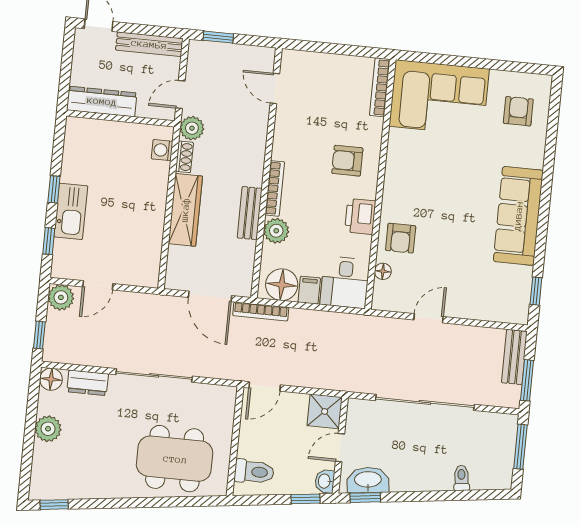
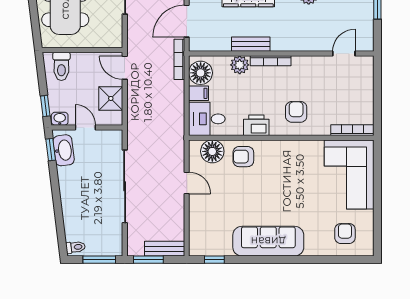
armchair: (518, 111) -> (345, 234), turned -90
floor lamp: (383, 271) -> (212, 151), width x1.89, depth x1.89
shower: (325, 411) -> (111, 98), moved
toilet: (462, 478) -> (76, 247), moved

